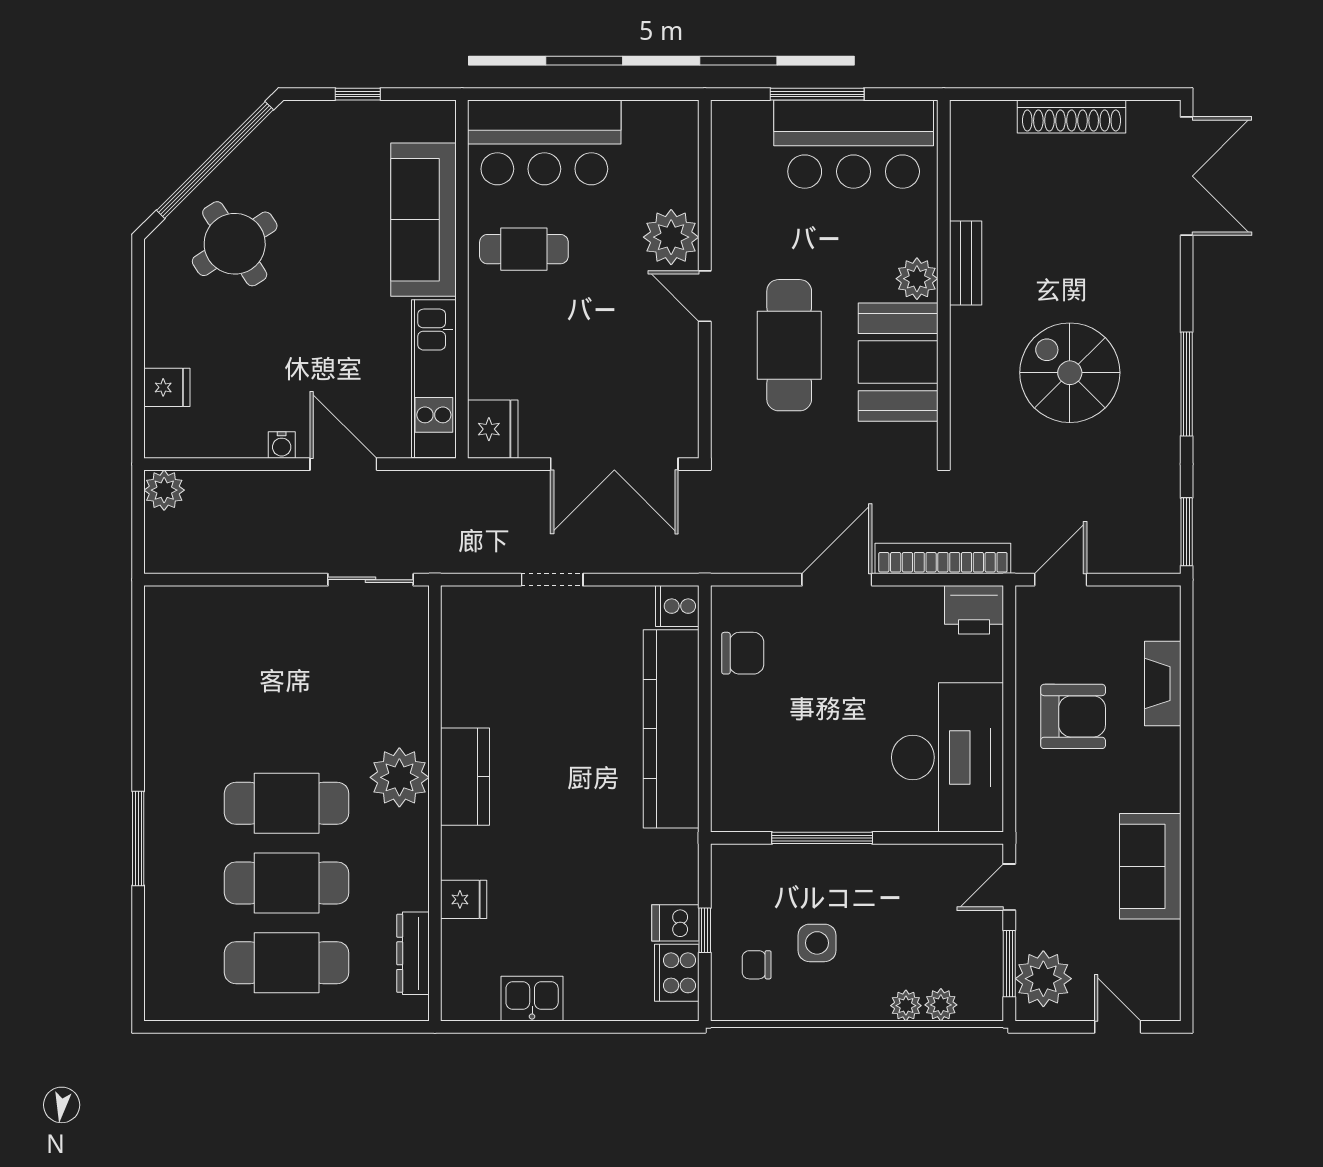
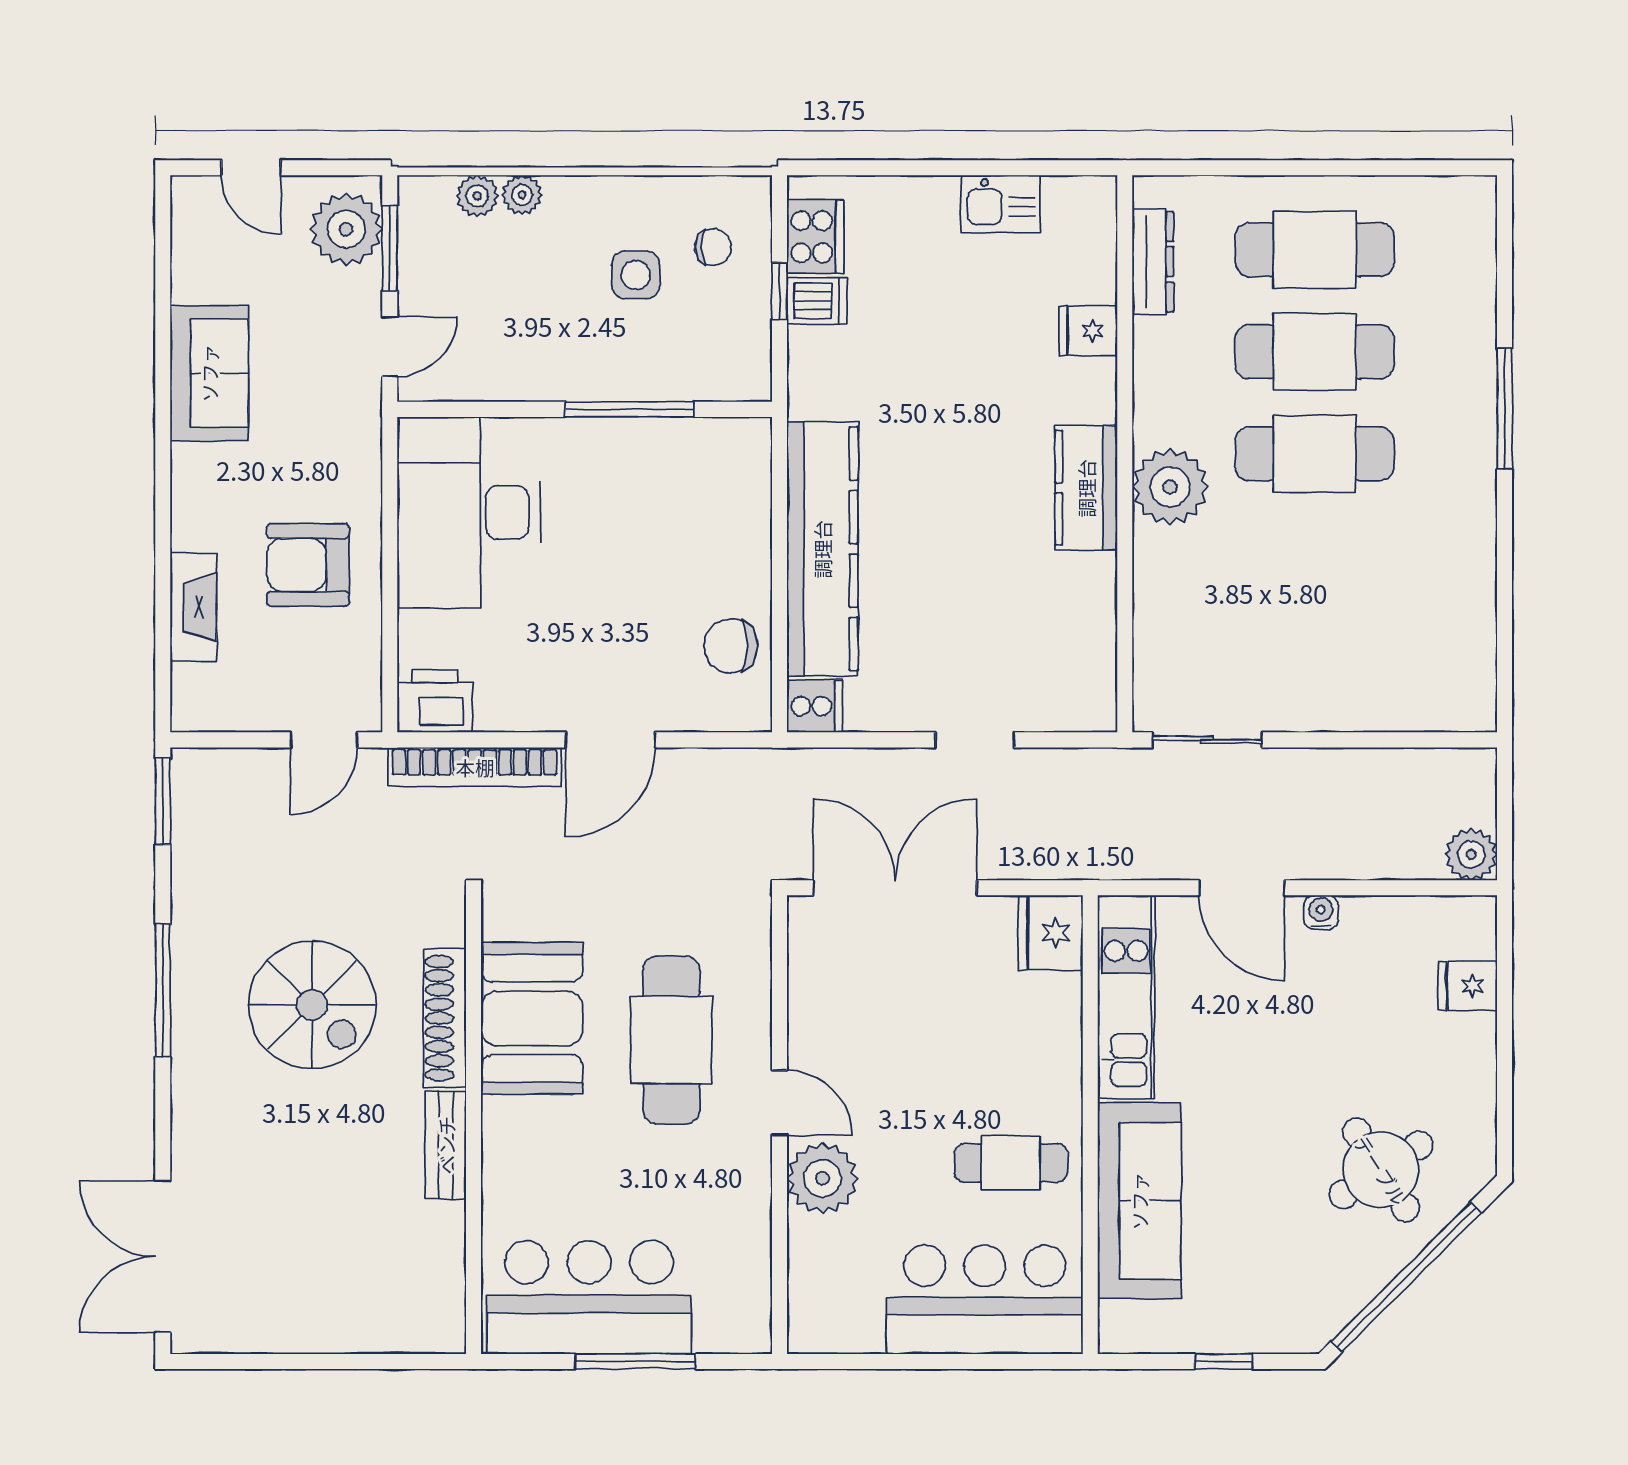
shoe rack: (1072, 117) -> (445, 1018), moved, turned -90
plant: (917, 279) -> (508, 1125), removed

